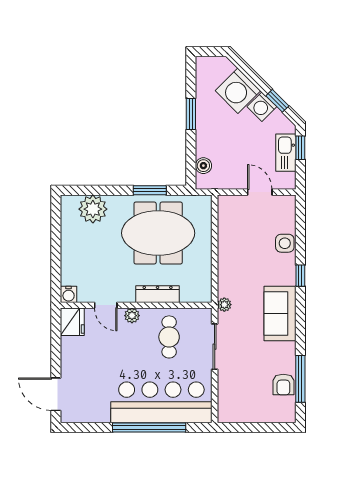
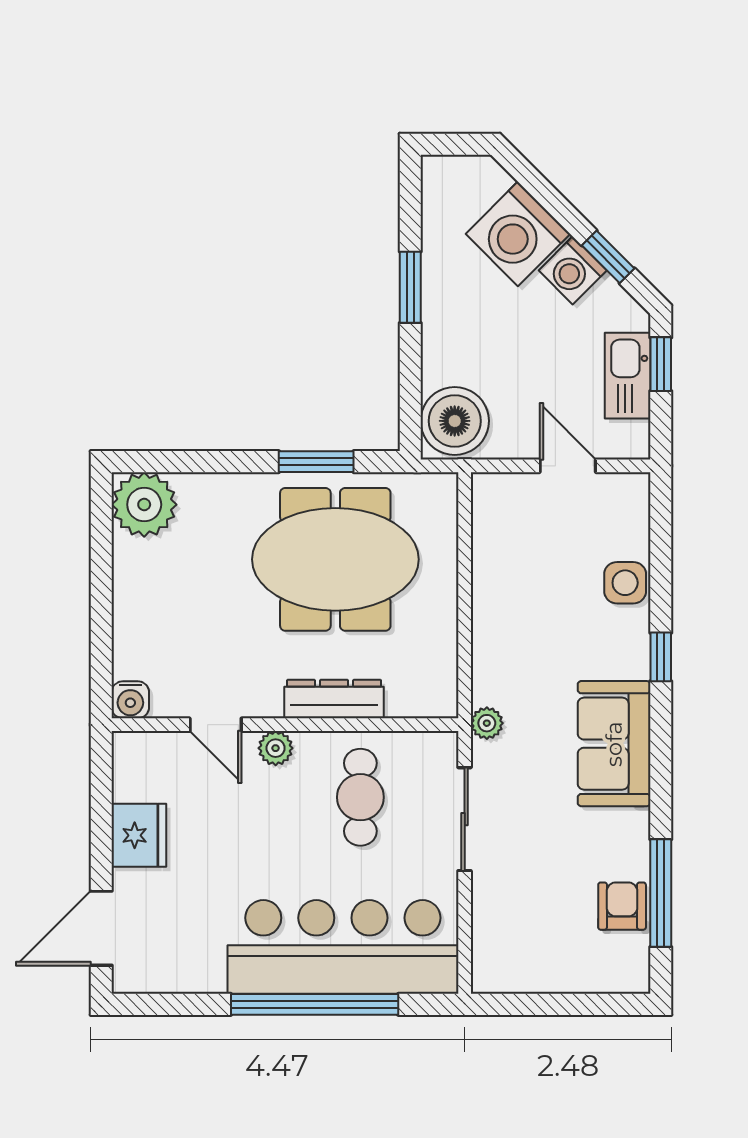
boiler: (203, 166) -> (455, 421), width x1.86, depth x1.86
plant: (93, 209) -> (144, 505), moved
fridge: (72, 322) -> (139, 835), moved
armchair: (283, 385) -> (622, 906), turned 180
door: (56, 394) -> (101, 928), hinge flipped

